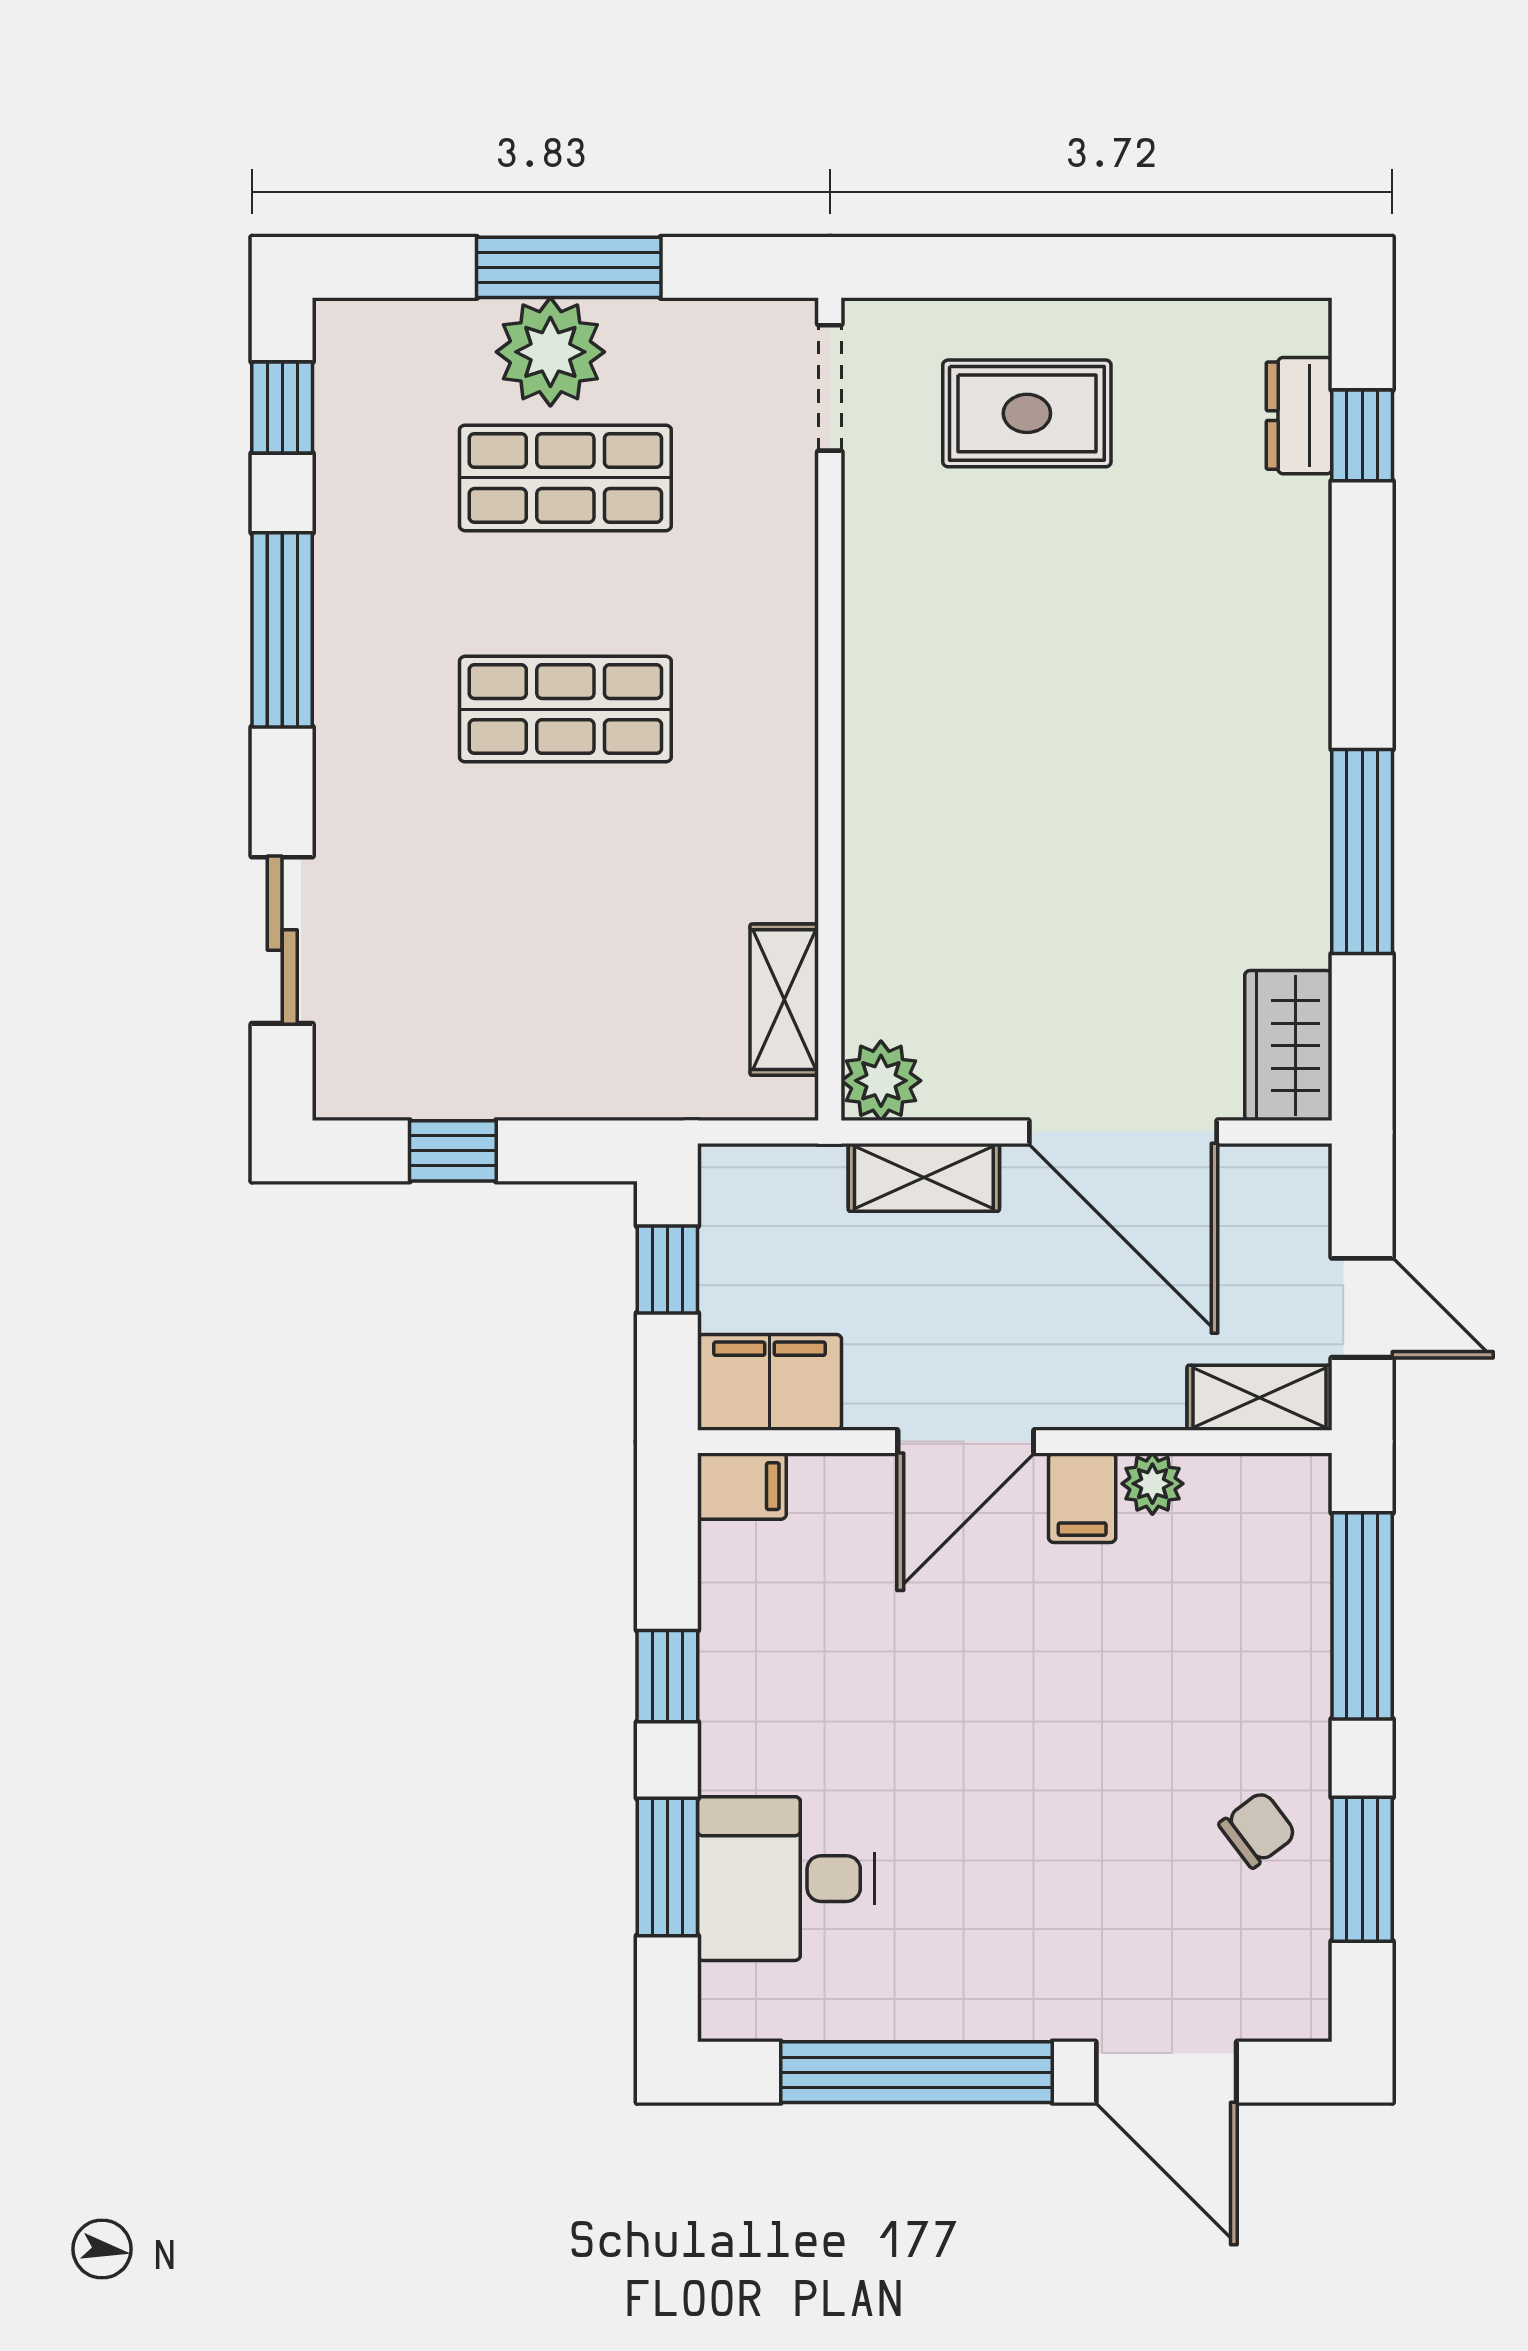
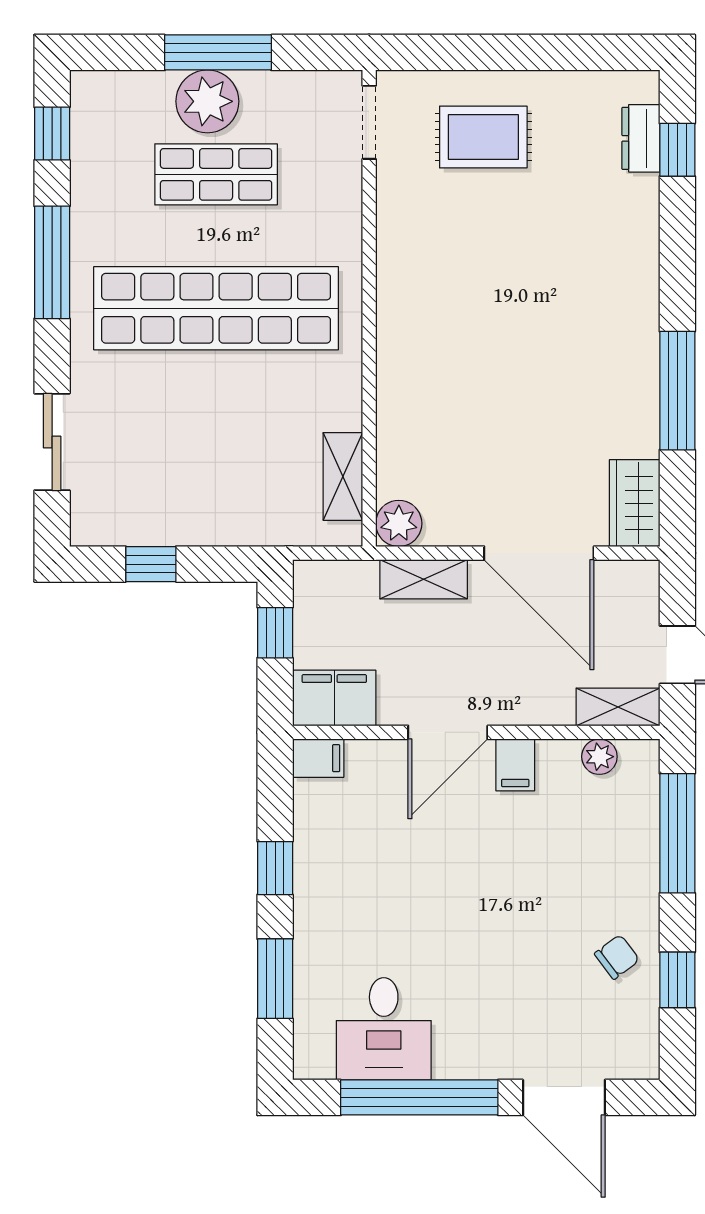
shop shelf: (565, 709) -> (216, 308), width x2.00, depth x1.36
plant: (1152, 1484) -> (599, 757), moved
window: (1362, 1869) -> (677, 980), width x0.67
desk: (786, 1879) -> (384, 1029), moved, turned -90

